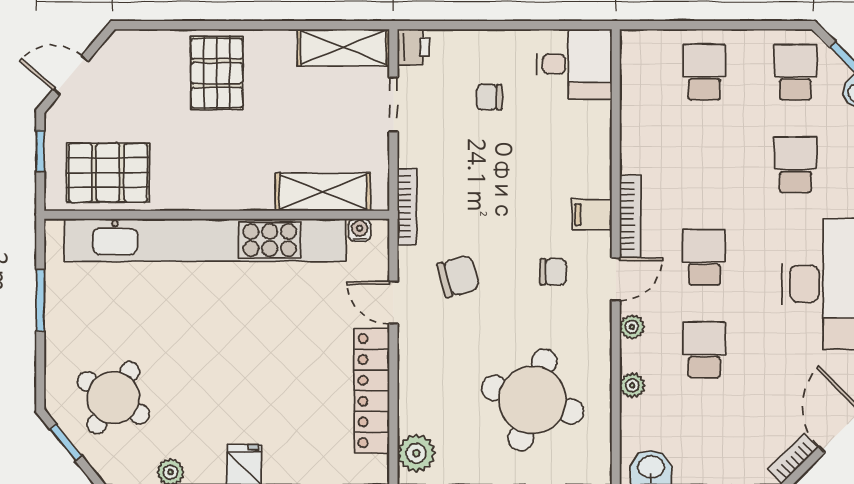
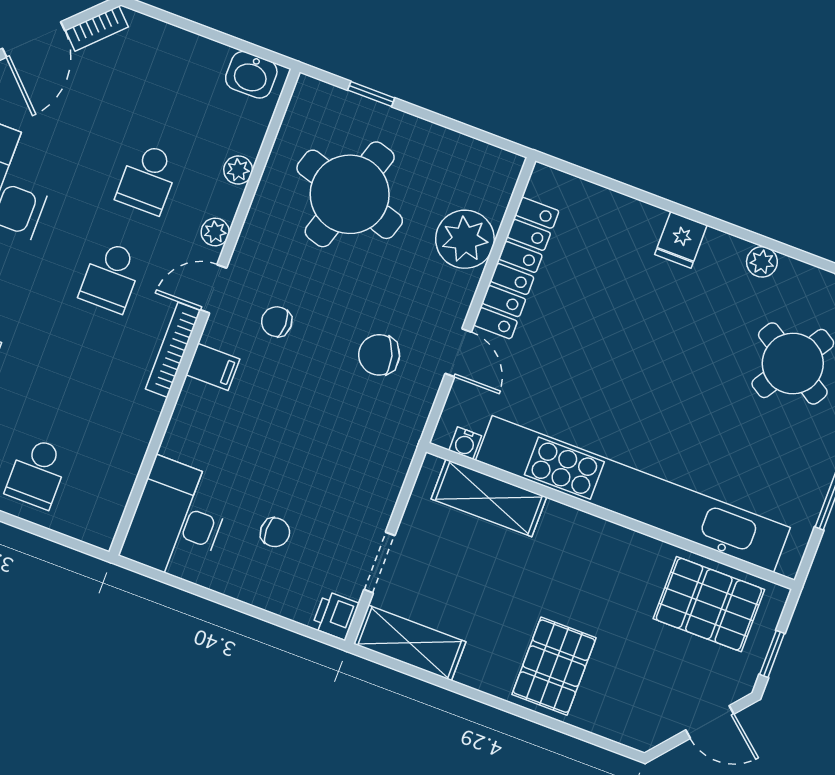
desk: (574, 64) -> (177, 520), width x1.37
bookcase: (407, 207) -> (406, 449), removed
plant: (416, 453) -> (465, 239), moved, width x1.36, depth x1.36

